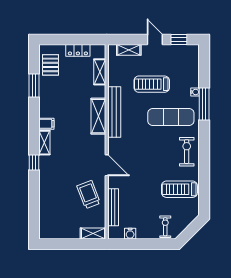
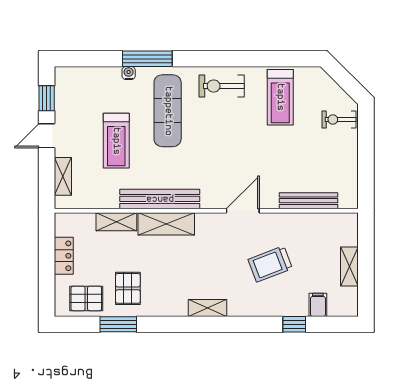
shelving: (100, 72) -> (116, 222), moved
pallet: (57, 92) -> (128, 288), added
filing cabinet: (46, 124) -> (318, 305), moved
window: (34, 163) -> (294, 324), moved
trolley: (89, 195) -> (270, 264), moved
shelving: (93, 234) -> (349, 267), moved
water cooler: (130, 234) -> (350, 174), removed

